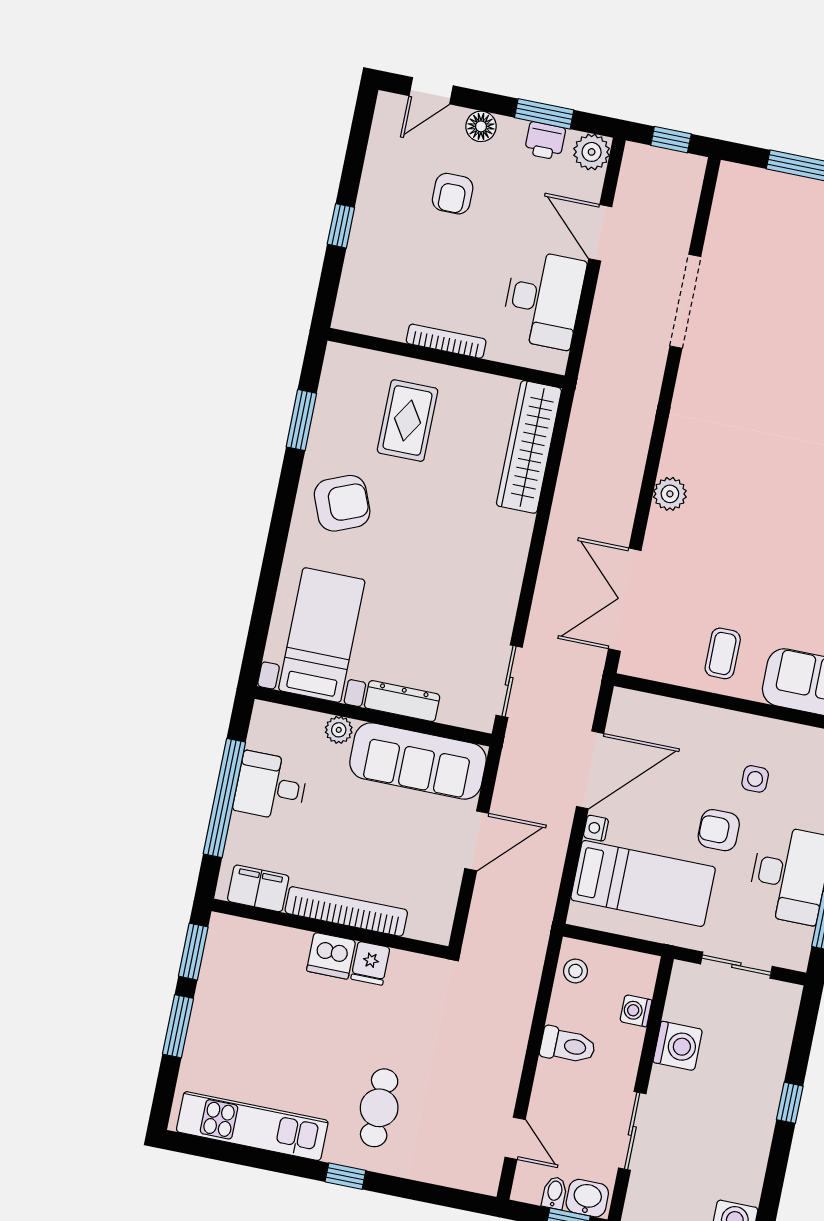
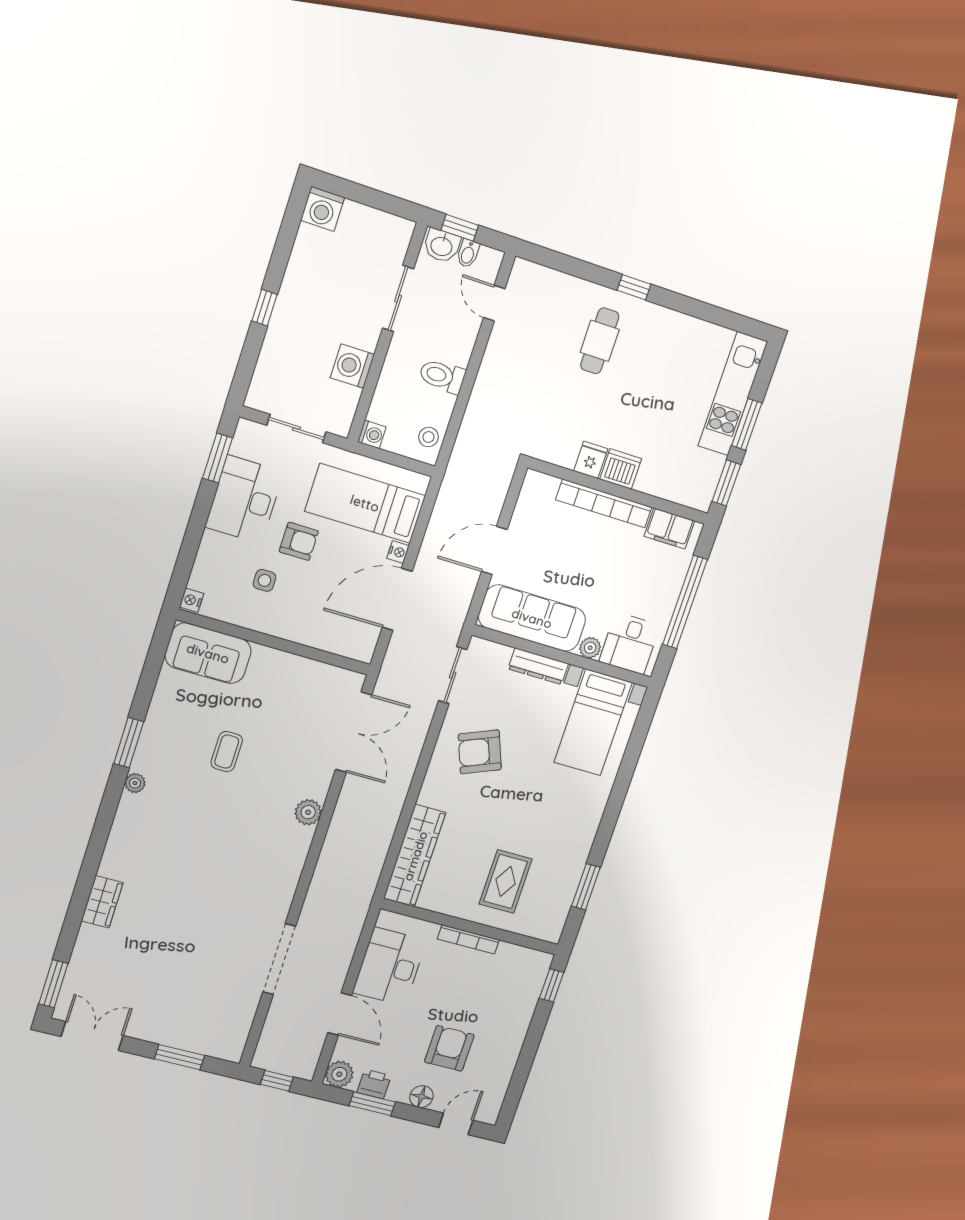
armchair: (453, 194) -> (449, 1048), width x1.38, depth x1.38
window: (341, 226) -> (552, 985), moved
armchair: (342, 503) -> (480, 752), moved
coffee table: (723, 653) -> (227, 752), moved
desk: (271, 786) -> (630, 643), moved, turned 90
washing machine: (636, 1011) -> (372, 434), moved
kitchen unit: (252, 1126) -> (733, 394), moved, turned 90

